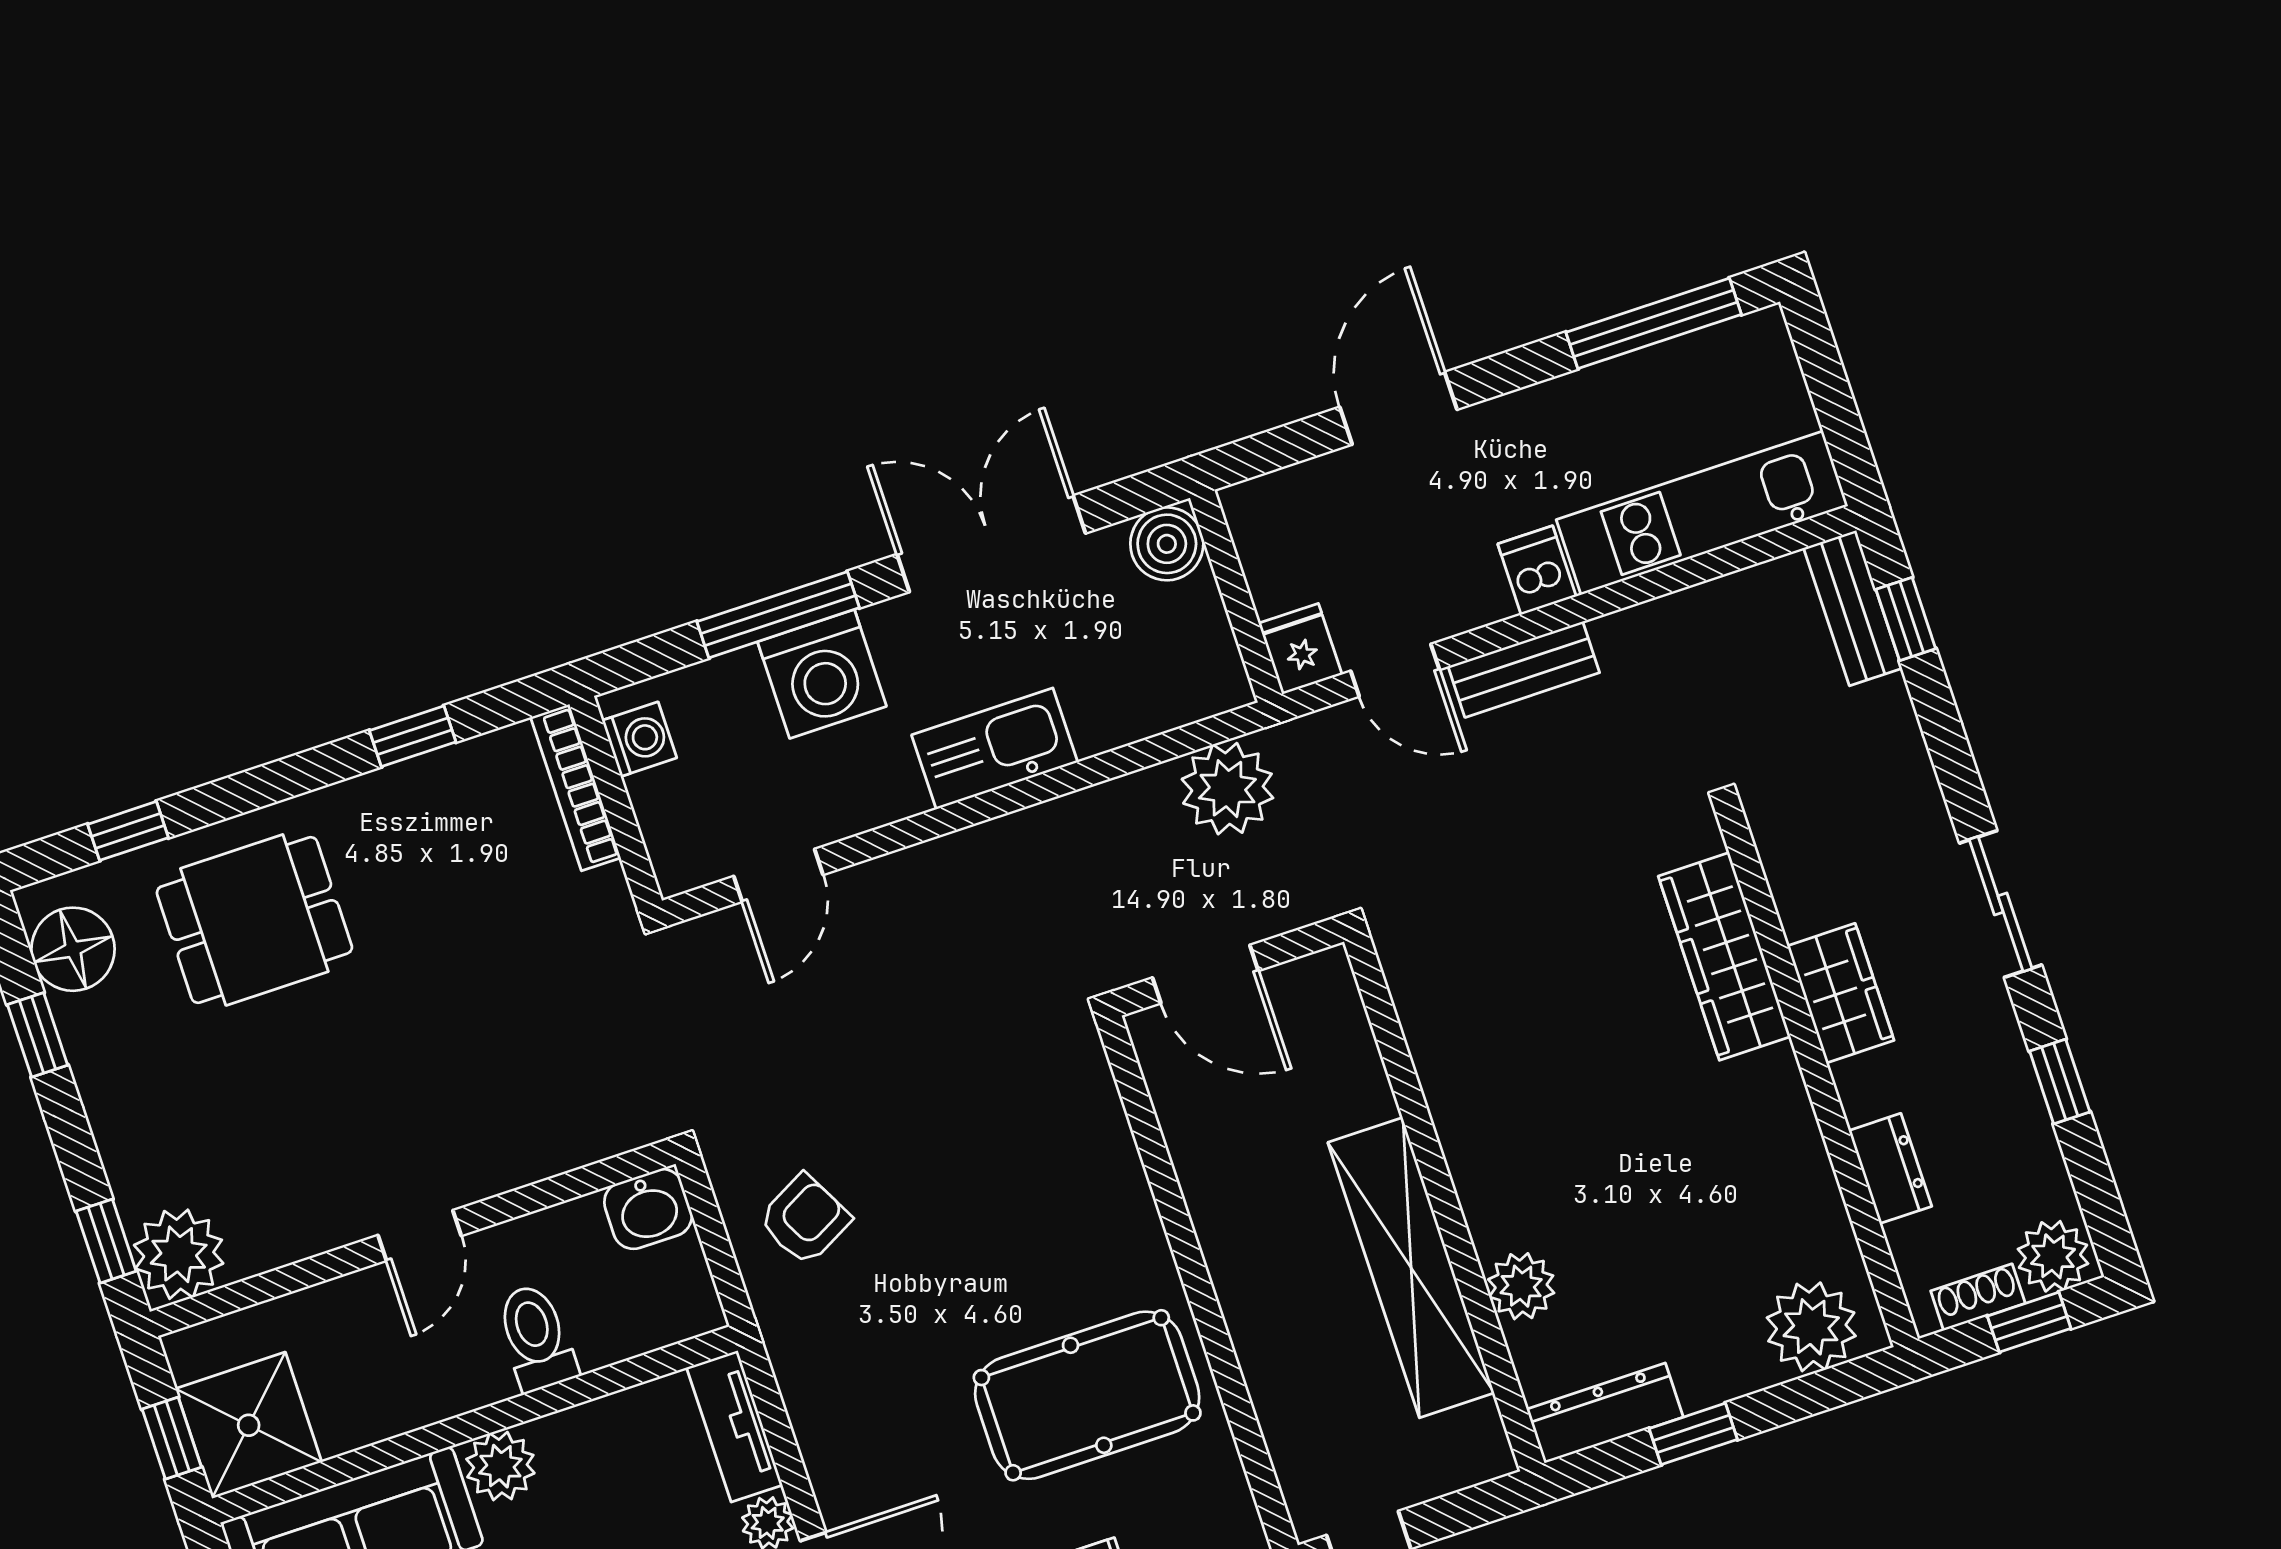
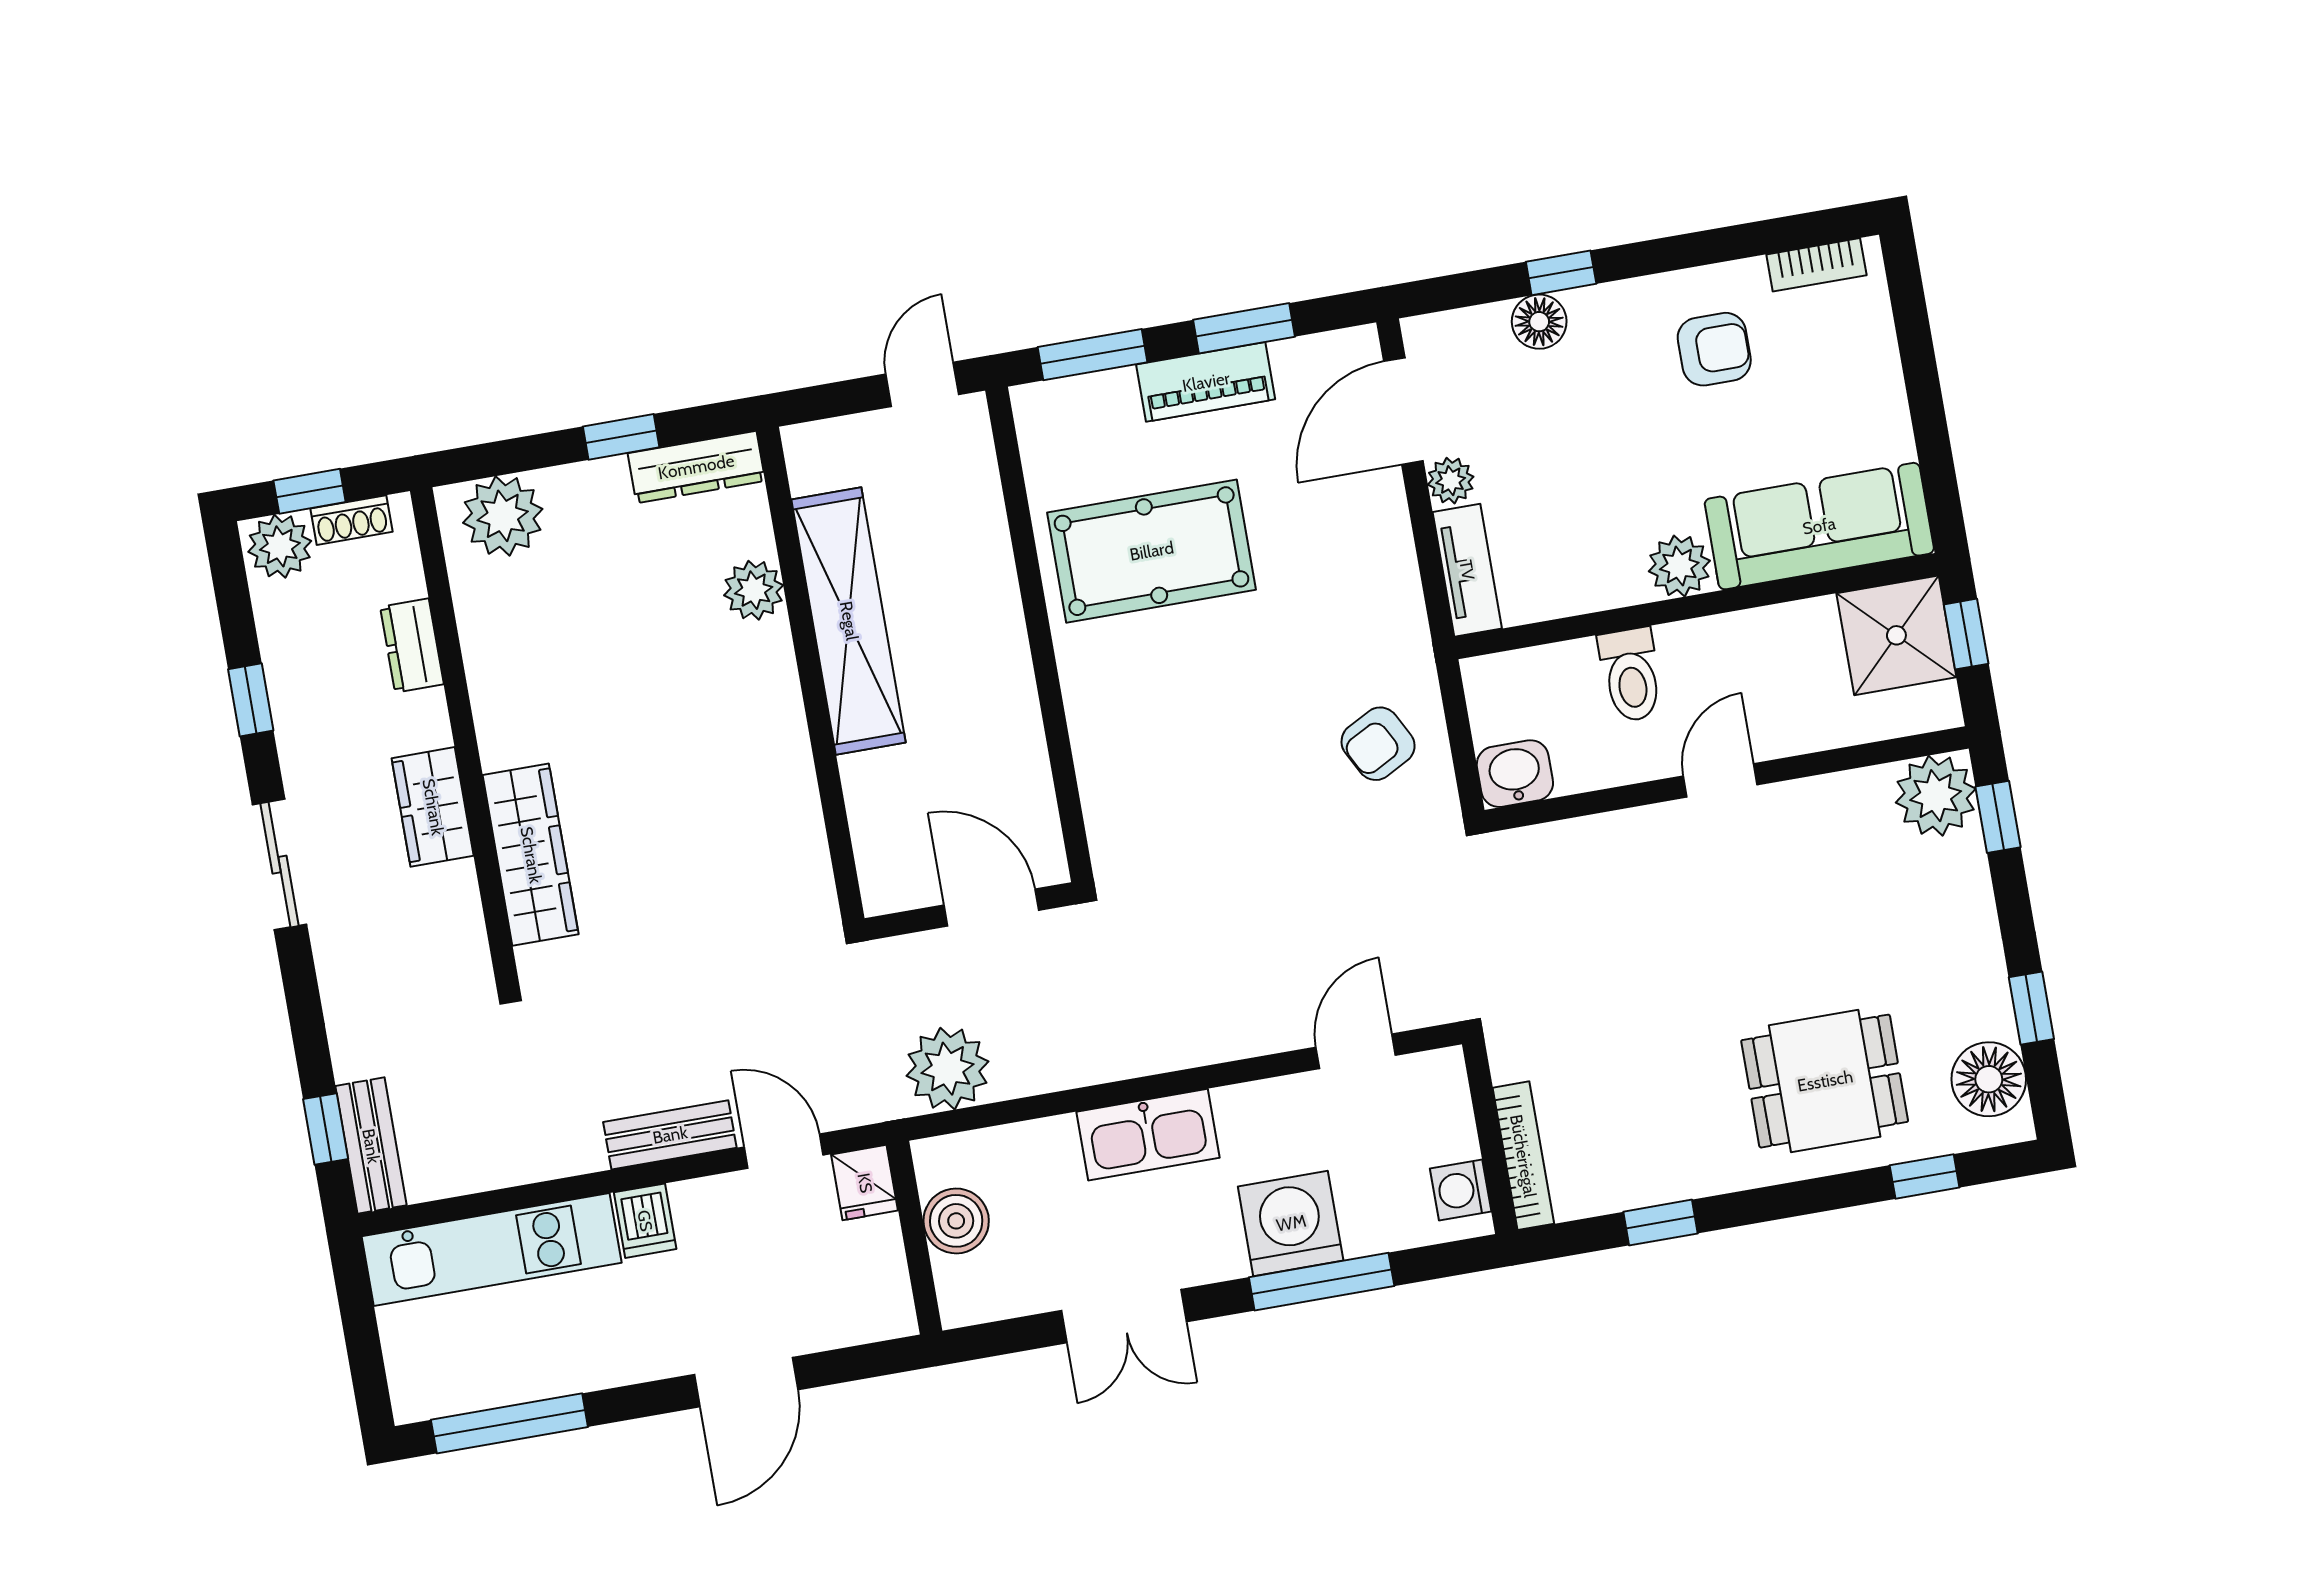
double door: (991, 544) -> (1124, 1316), width x0.73
boiler: (1167, 544) -> (956, 1221), moved

